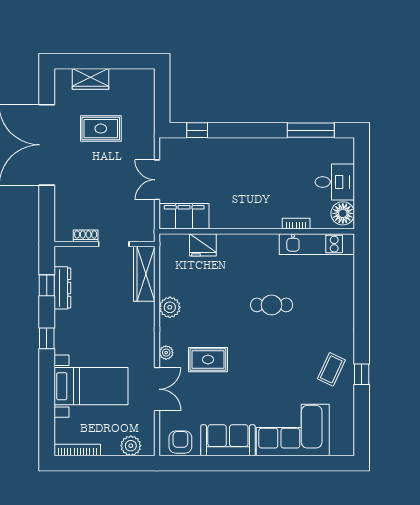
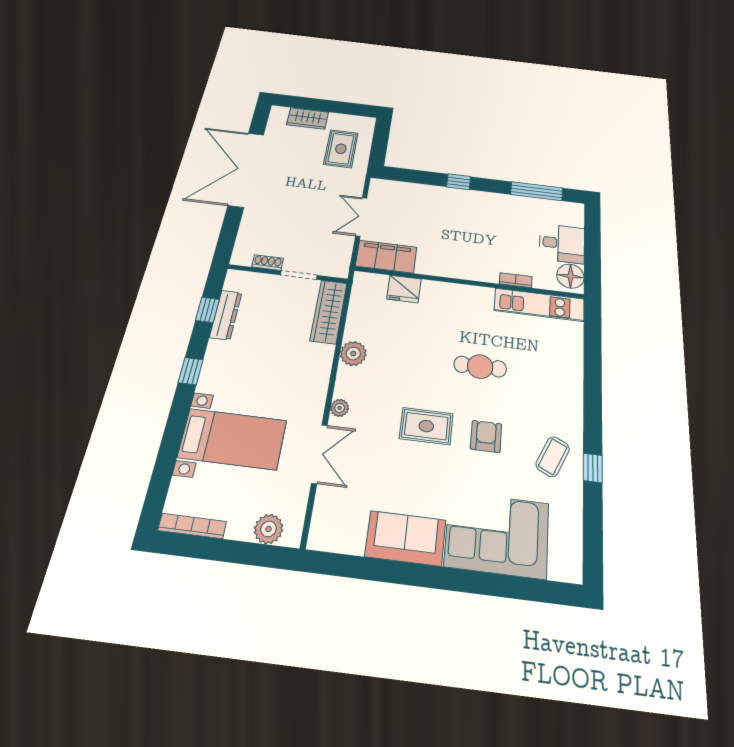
rug: (101, 129) -> (341, 149), moved, turned 90
window: (197, 130) -> (459, 182), moved
rug: (208, 360) -> (426, 426), moved
armchair: (180, 442) -> (486, 436), moved

